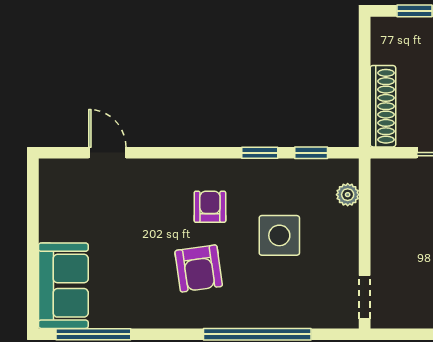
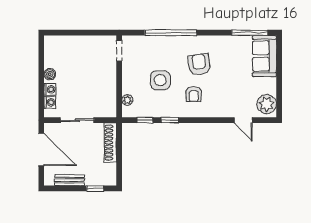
plant: (59, 186) -> (267, 104), added

